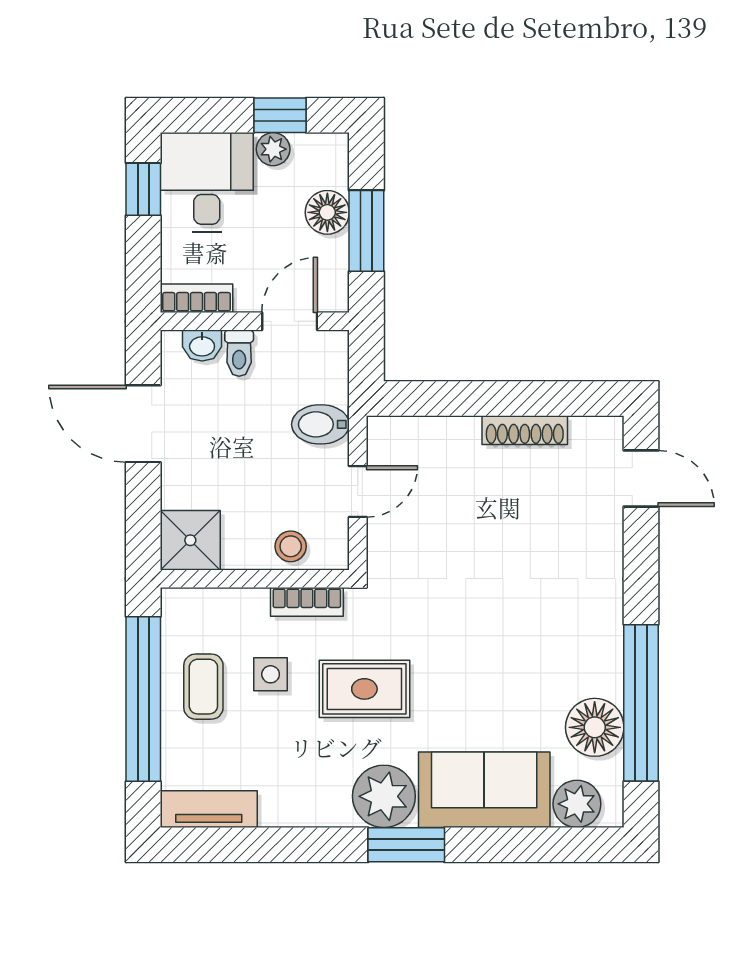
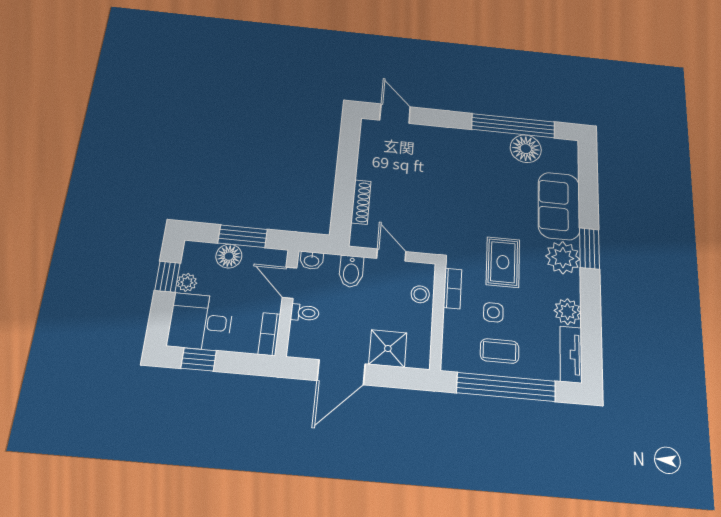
washbasin: (202, 345) -> (312, 260), moved, turned 90
shoe rack: (525, 430) -> (361, 202), moved
door: (641, 479) -> (395, 114), hinge flipped
shower: (190, 540) -> (388, 348), moved
plant: (577, 804) -> (567, 312), moved

